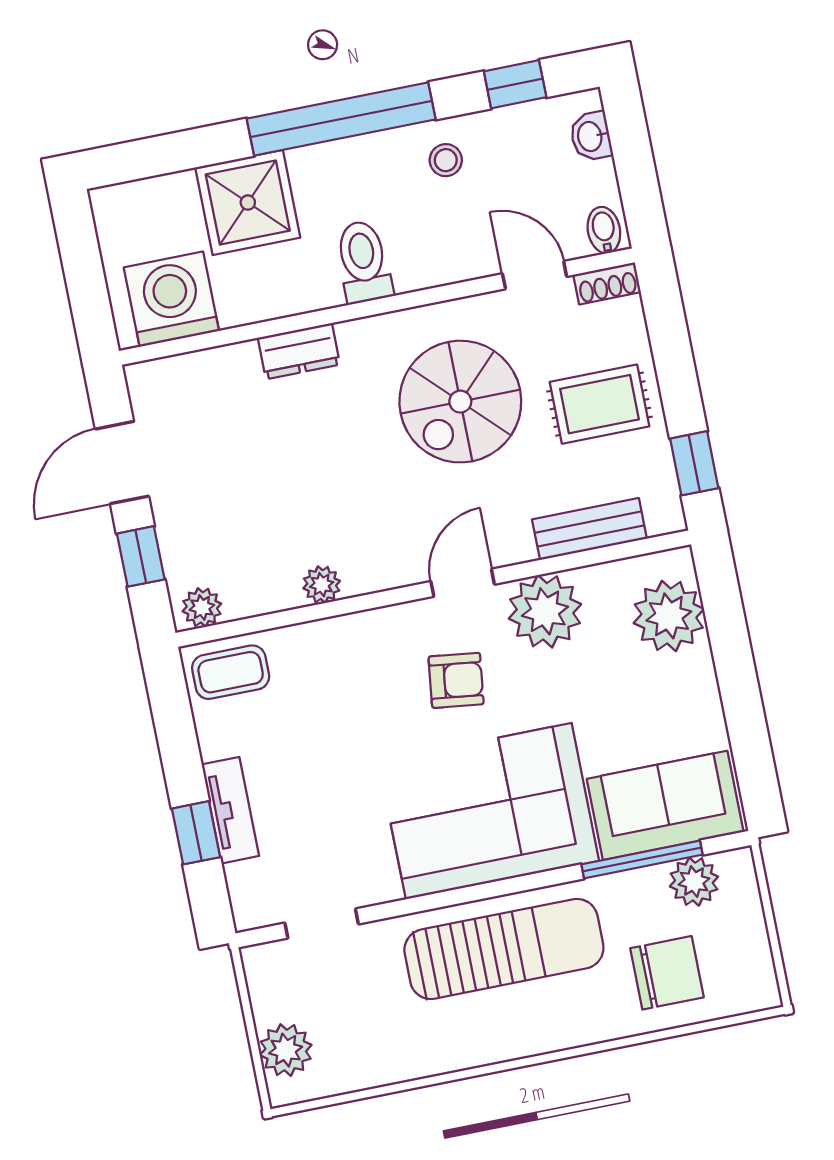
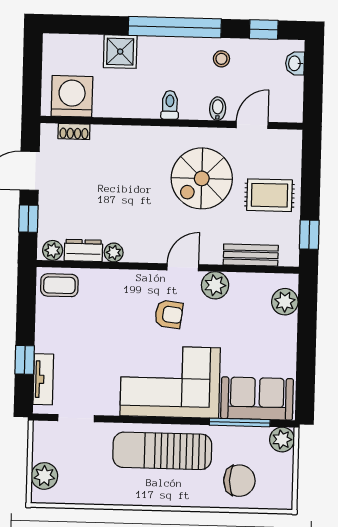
shower: (248, 203) -> (120, 52), width x0.73, depth x0.73
bidet: (604, 230) -> (218, 109), moved
toilet: (363, 262) -> (170, 105), width x0.73, depth x0.72
door: (535, 275) -> (252, 125), hinge flipped
shoe rack: (607, 283) -> (74, 131), moved
dresser: (299, 351) -> (83, 250), moved, turned 180
plant: (545, 611) -> (215, 285), width x0.73, depth x0.73
plant: (669, 616) -> (285, 302), width x0.73, depth x0.73
tv unit: (230, 810) -> (43, 379), moved
plant: (694, 882) -> (282, 439), moved
sun lounger: (504, 949) -> (162, 451), turned 180

